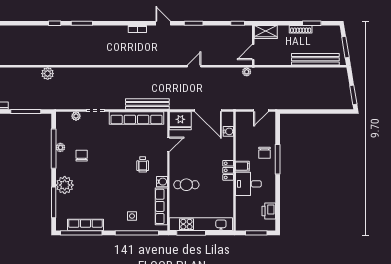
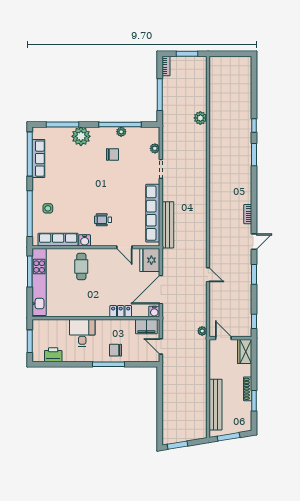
water cooler: (228, 131) -> (154, 312), moved
filing cabinet: (242, 166) -> (146, 327), moved, width x2.00
locker: (228, 170) -> (121, 311), moved

